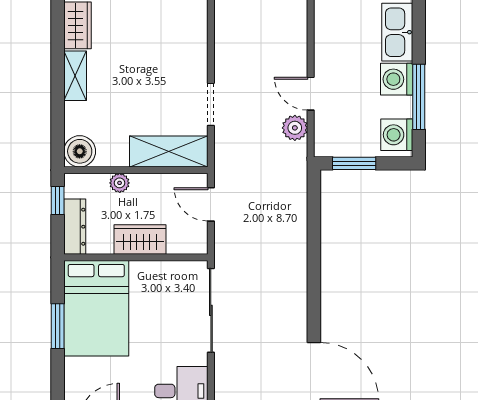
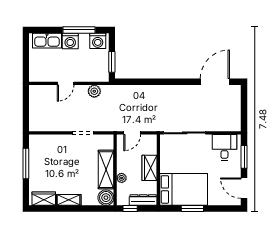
door: (311, 94) -> (66, 83), moved
shelving: (169, 151) -> (106, 170), moved

